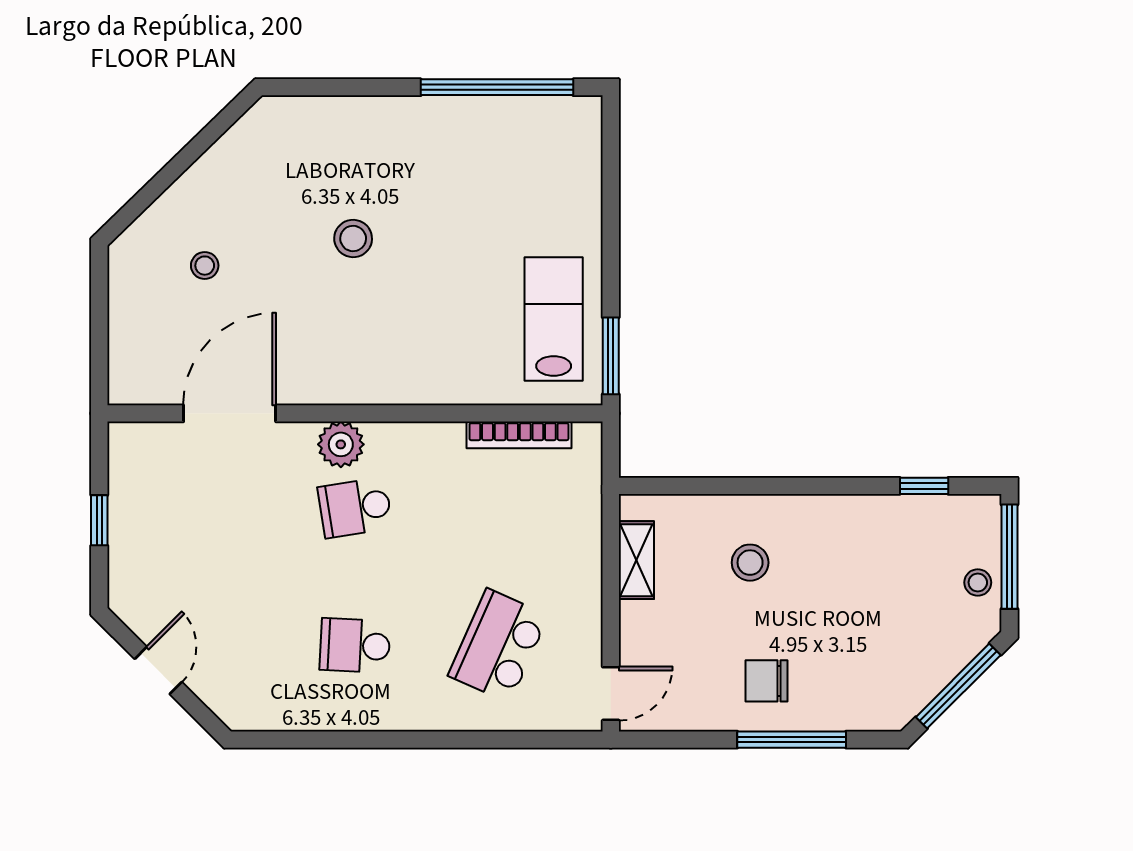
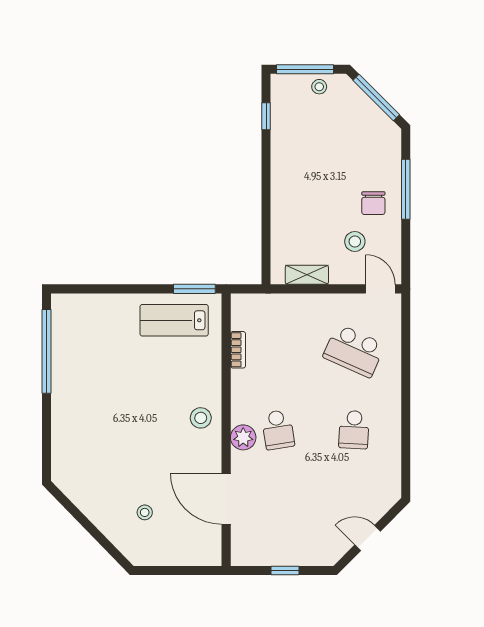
stool: (353, 238) -> (201, 418), moved
bookcase: (519, 435) -> (238, 350), width x0.64
stool: (750, 563) -> (355, 241), moved

